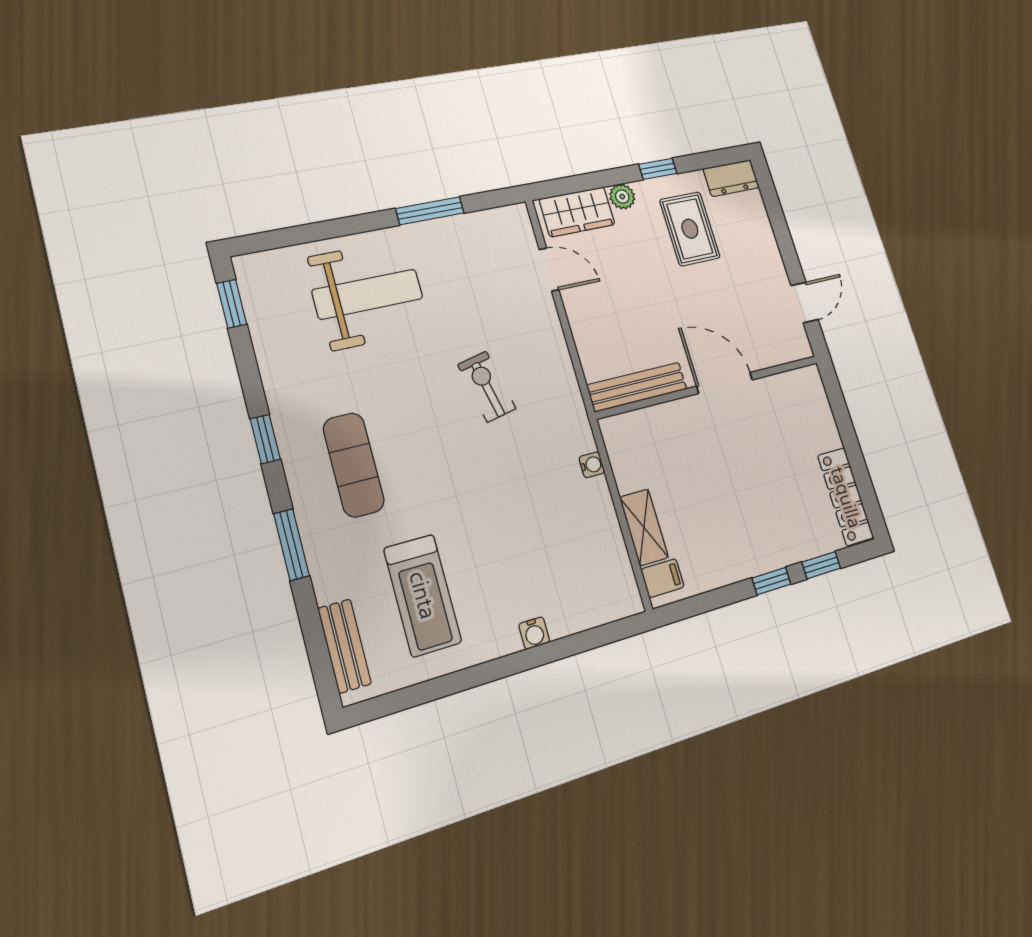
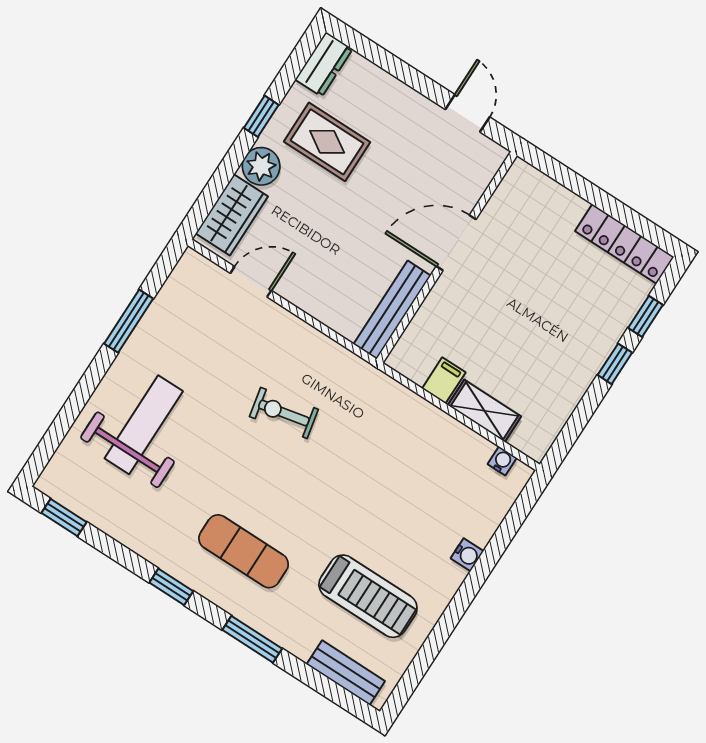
plant: (622, 197) -> (261, 166), width x1.38, depth x1.38
water cooler: (592, 465) -> (502, 461), moved
filing cabinet: (662, 578) -> (444, 380), moved

